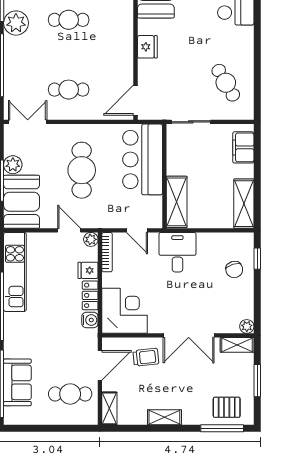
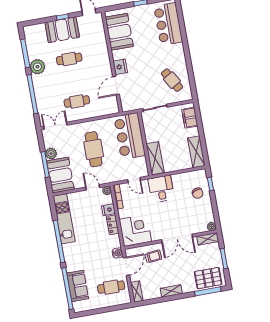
door: (136, 100) -> (116, 86), moved
water cooler: (90, 320) -> (118, 253), moved
pallet: (227, 407) -> (208, 278), width x1.50, depth x1.42

